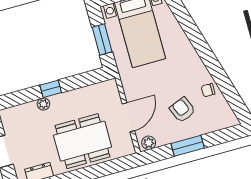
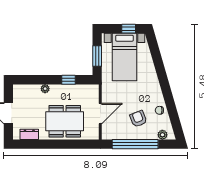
window: (51, 89) -> (68, 80), moved
plant: (149, 143) -> (162, 135), moved
window: (188, 146) -> (135, 144), width x2.11

